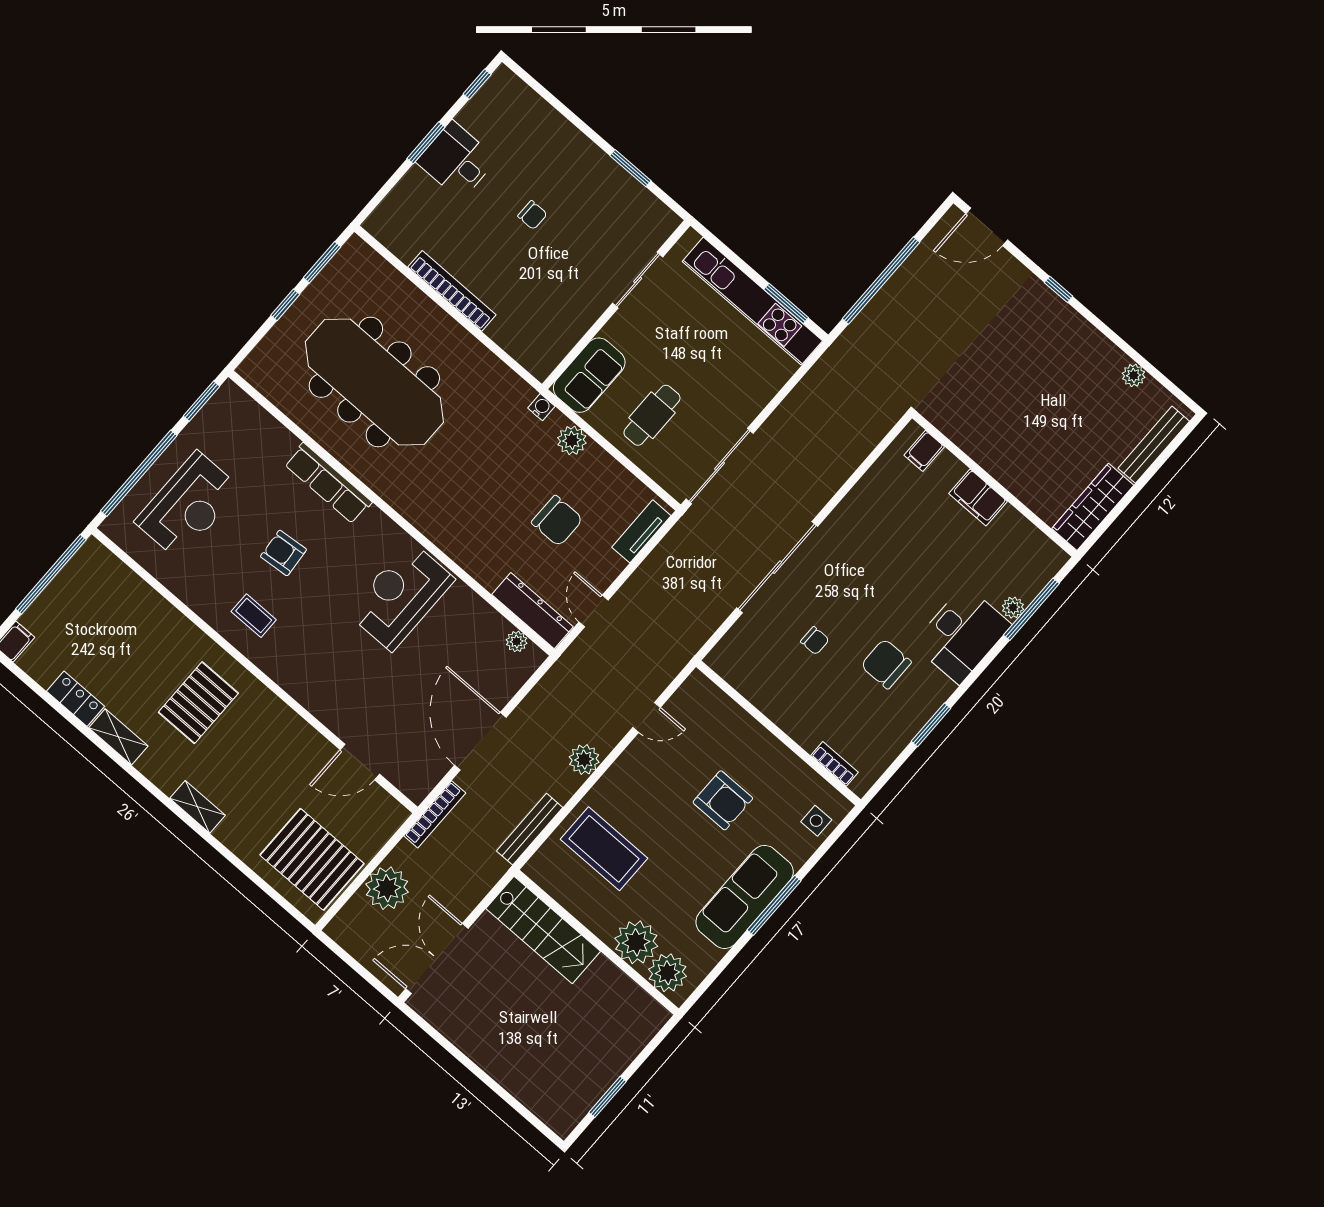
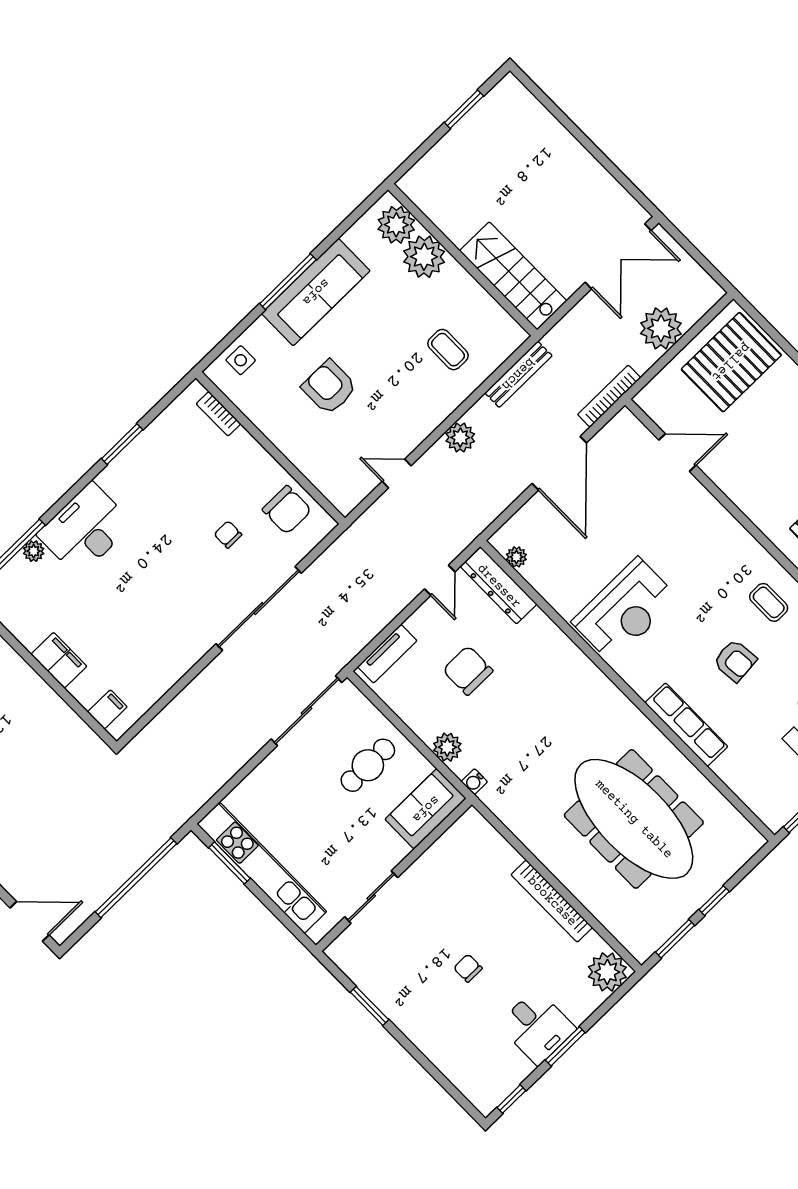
plant: (389, 223) -> (607, 972), added
chair: (886, 664) -> (287, 510), moved
coffee table: (604, 849) -> (448, 350), width x0.54, depth x0.58
pallet: (312, 859) -> (731, 362), turned 90

